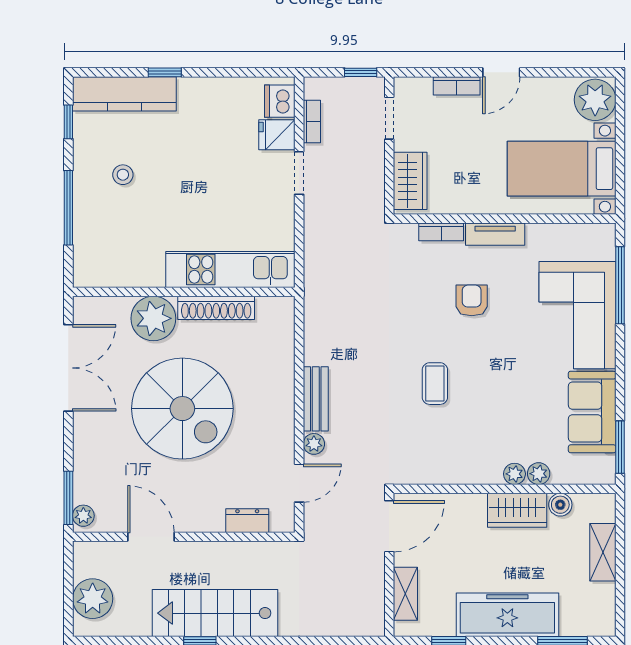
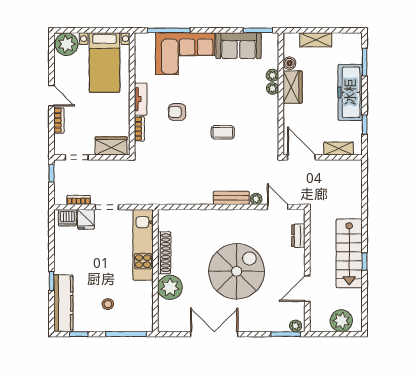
kitchen unit: (230, 269) -> (143, 245), moved
wall: (184, 292) -> (155, 271), moved
shoe rack: (216, 308) -> (164, 253), moved
plant: (153, 318) -> (170, 287), moved

